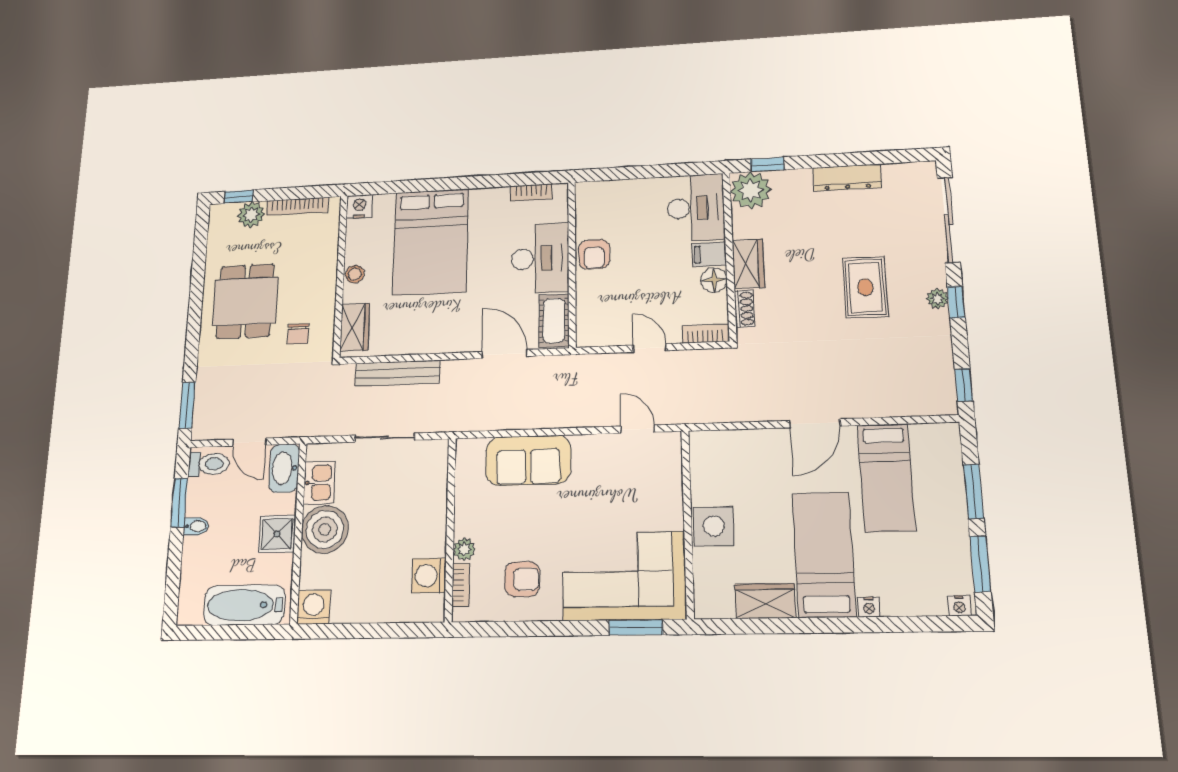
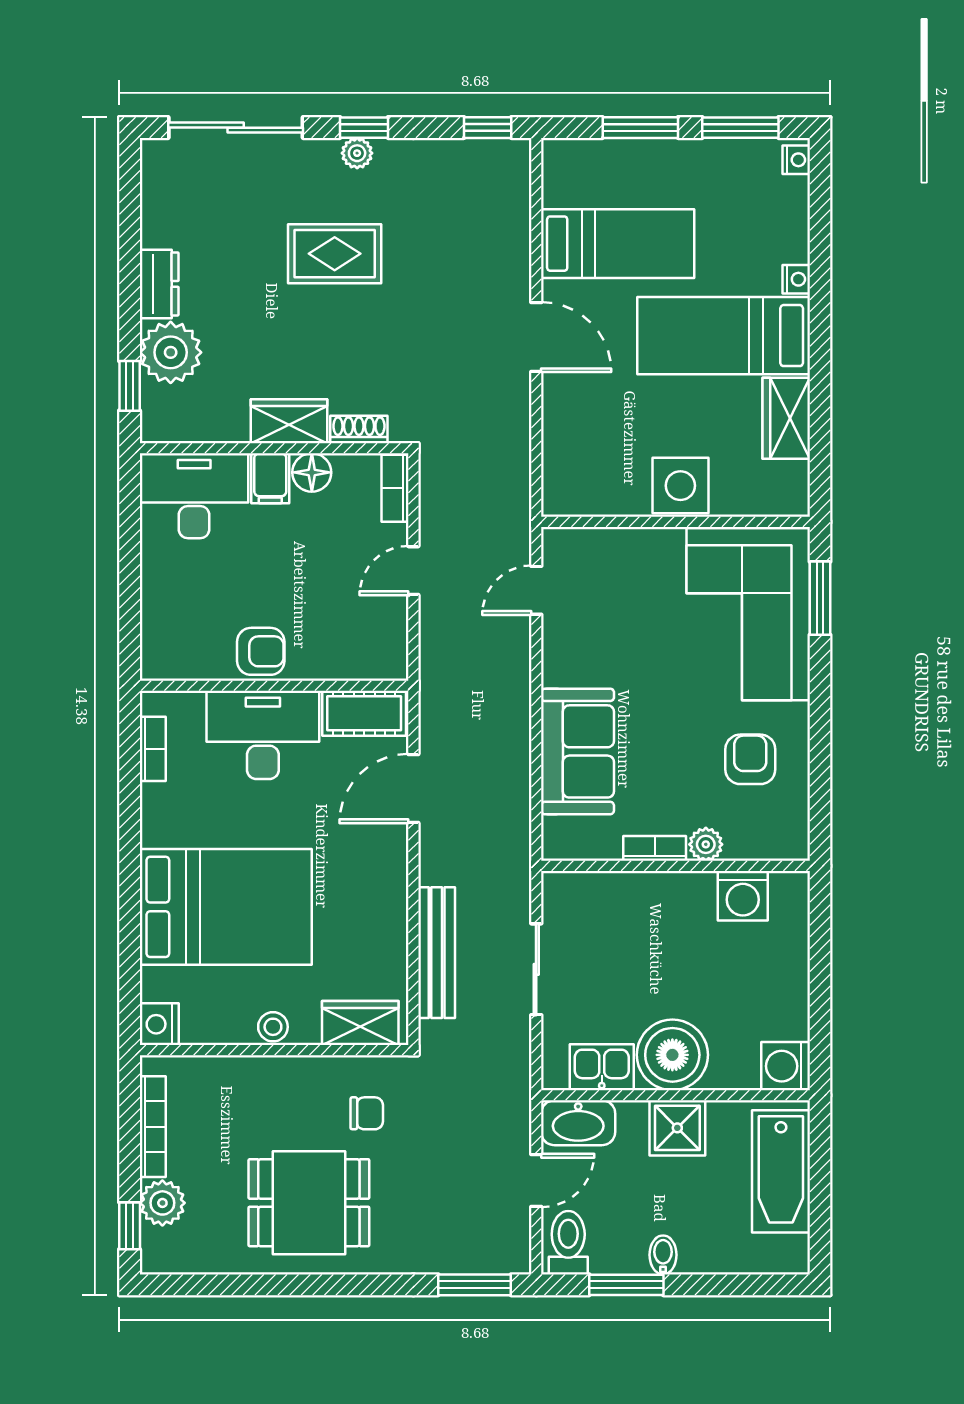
dresser: (847, 178) -> (159, 284), width x0.70
plant: (751, 190) -> (171, 352), moved
bookcase: (461, 585) -> (655, 848), moved

